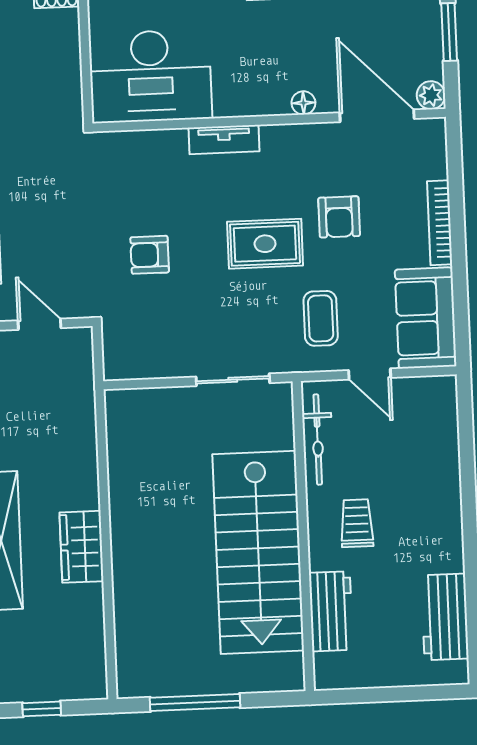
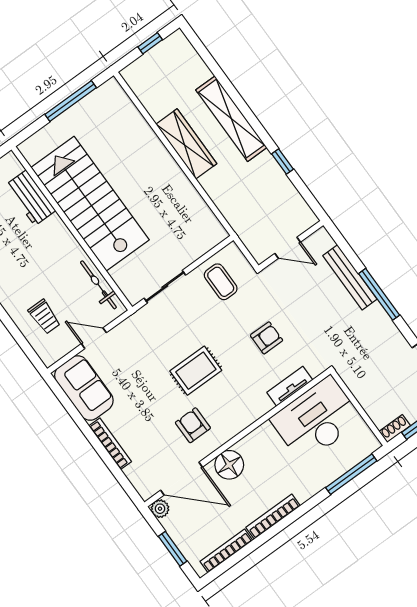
floor lamp: (303, 103) -> (229, 465), width x1.89, depth x1.89
tv unit: (224, 139) -> (290, 386), moved
armchair: (339, 217) -> (193, 425), moved
armchair: (150, 255) -> (266, 338), moved
coffee table: (321, 318) -> (221, 282), moved
trolley: (357, 523) -> (44, 317), moved
wardrobe: (81, 547) -> (186, 144), width x1.50

